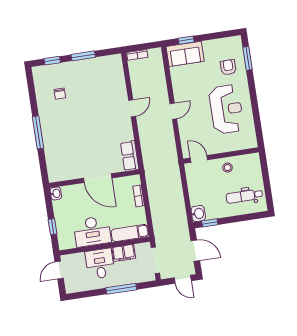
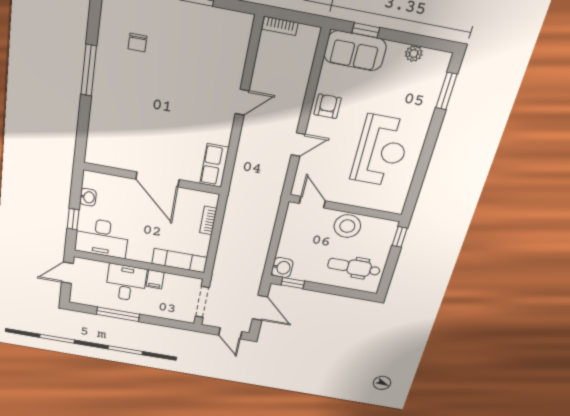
plant: (219, 44) -> (414, 53), added
armchair: (228, 67) -> (328, 106), moved
door: (173, 111) -> (298, 145), moved
window: (38, 132) -> (89, 70), moved
window: (264, 163) -> (400, 237), added
stool: (228, 168) -> (347, 226), width x1.89, depth x1.89
washbasin: (56, 193) -> (88, 197), moved
desk: (92, 231) -> (102, 238), moved
filing cabinet: (124, 253) -> (155, 279), width x0.50
window: (121, 289) -> (118, 314), moved

